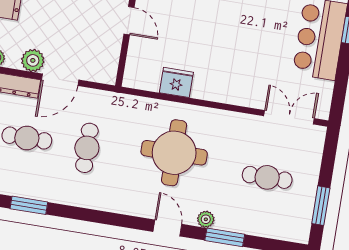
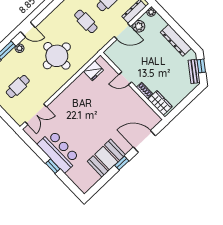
door: (60, 80) -> (122, 31), swing flipped
fridge: (176, 82) -> (93, 71), moved

